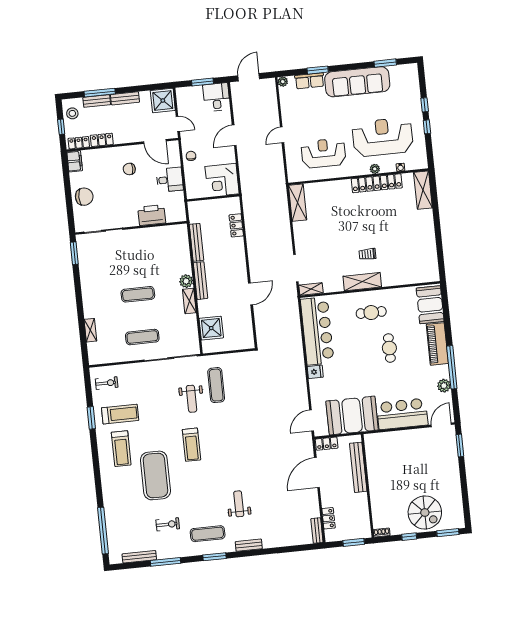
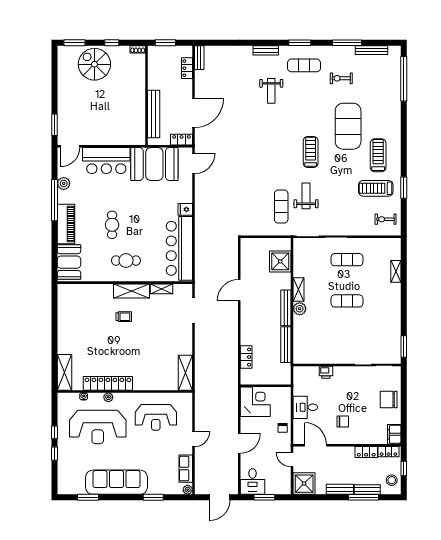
row of seats: (310, 81) -> (186, 469), moved, turned -90
printer: (152, 215) -> (326, 372), width x0.53, depth x0.68
shelving: (311, 289) -> (161, 289), moved

